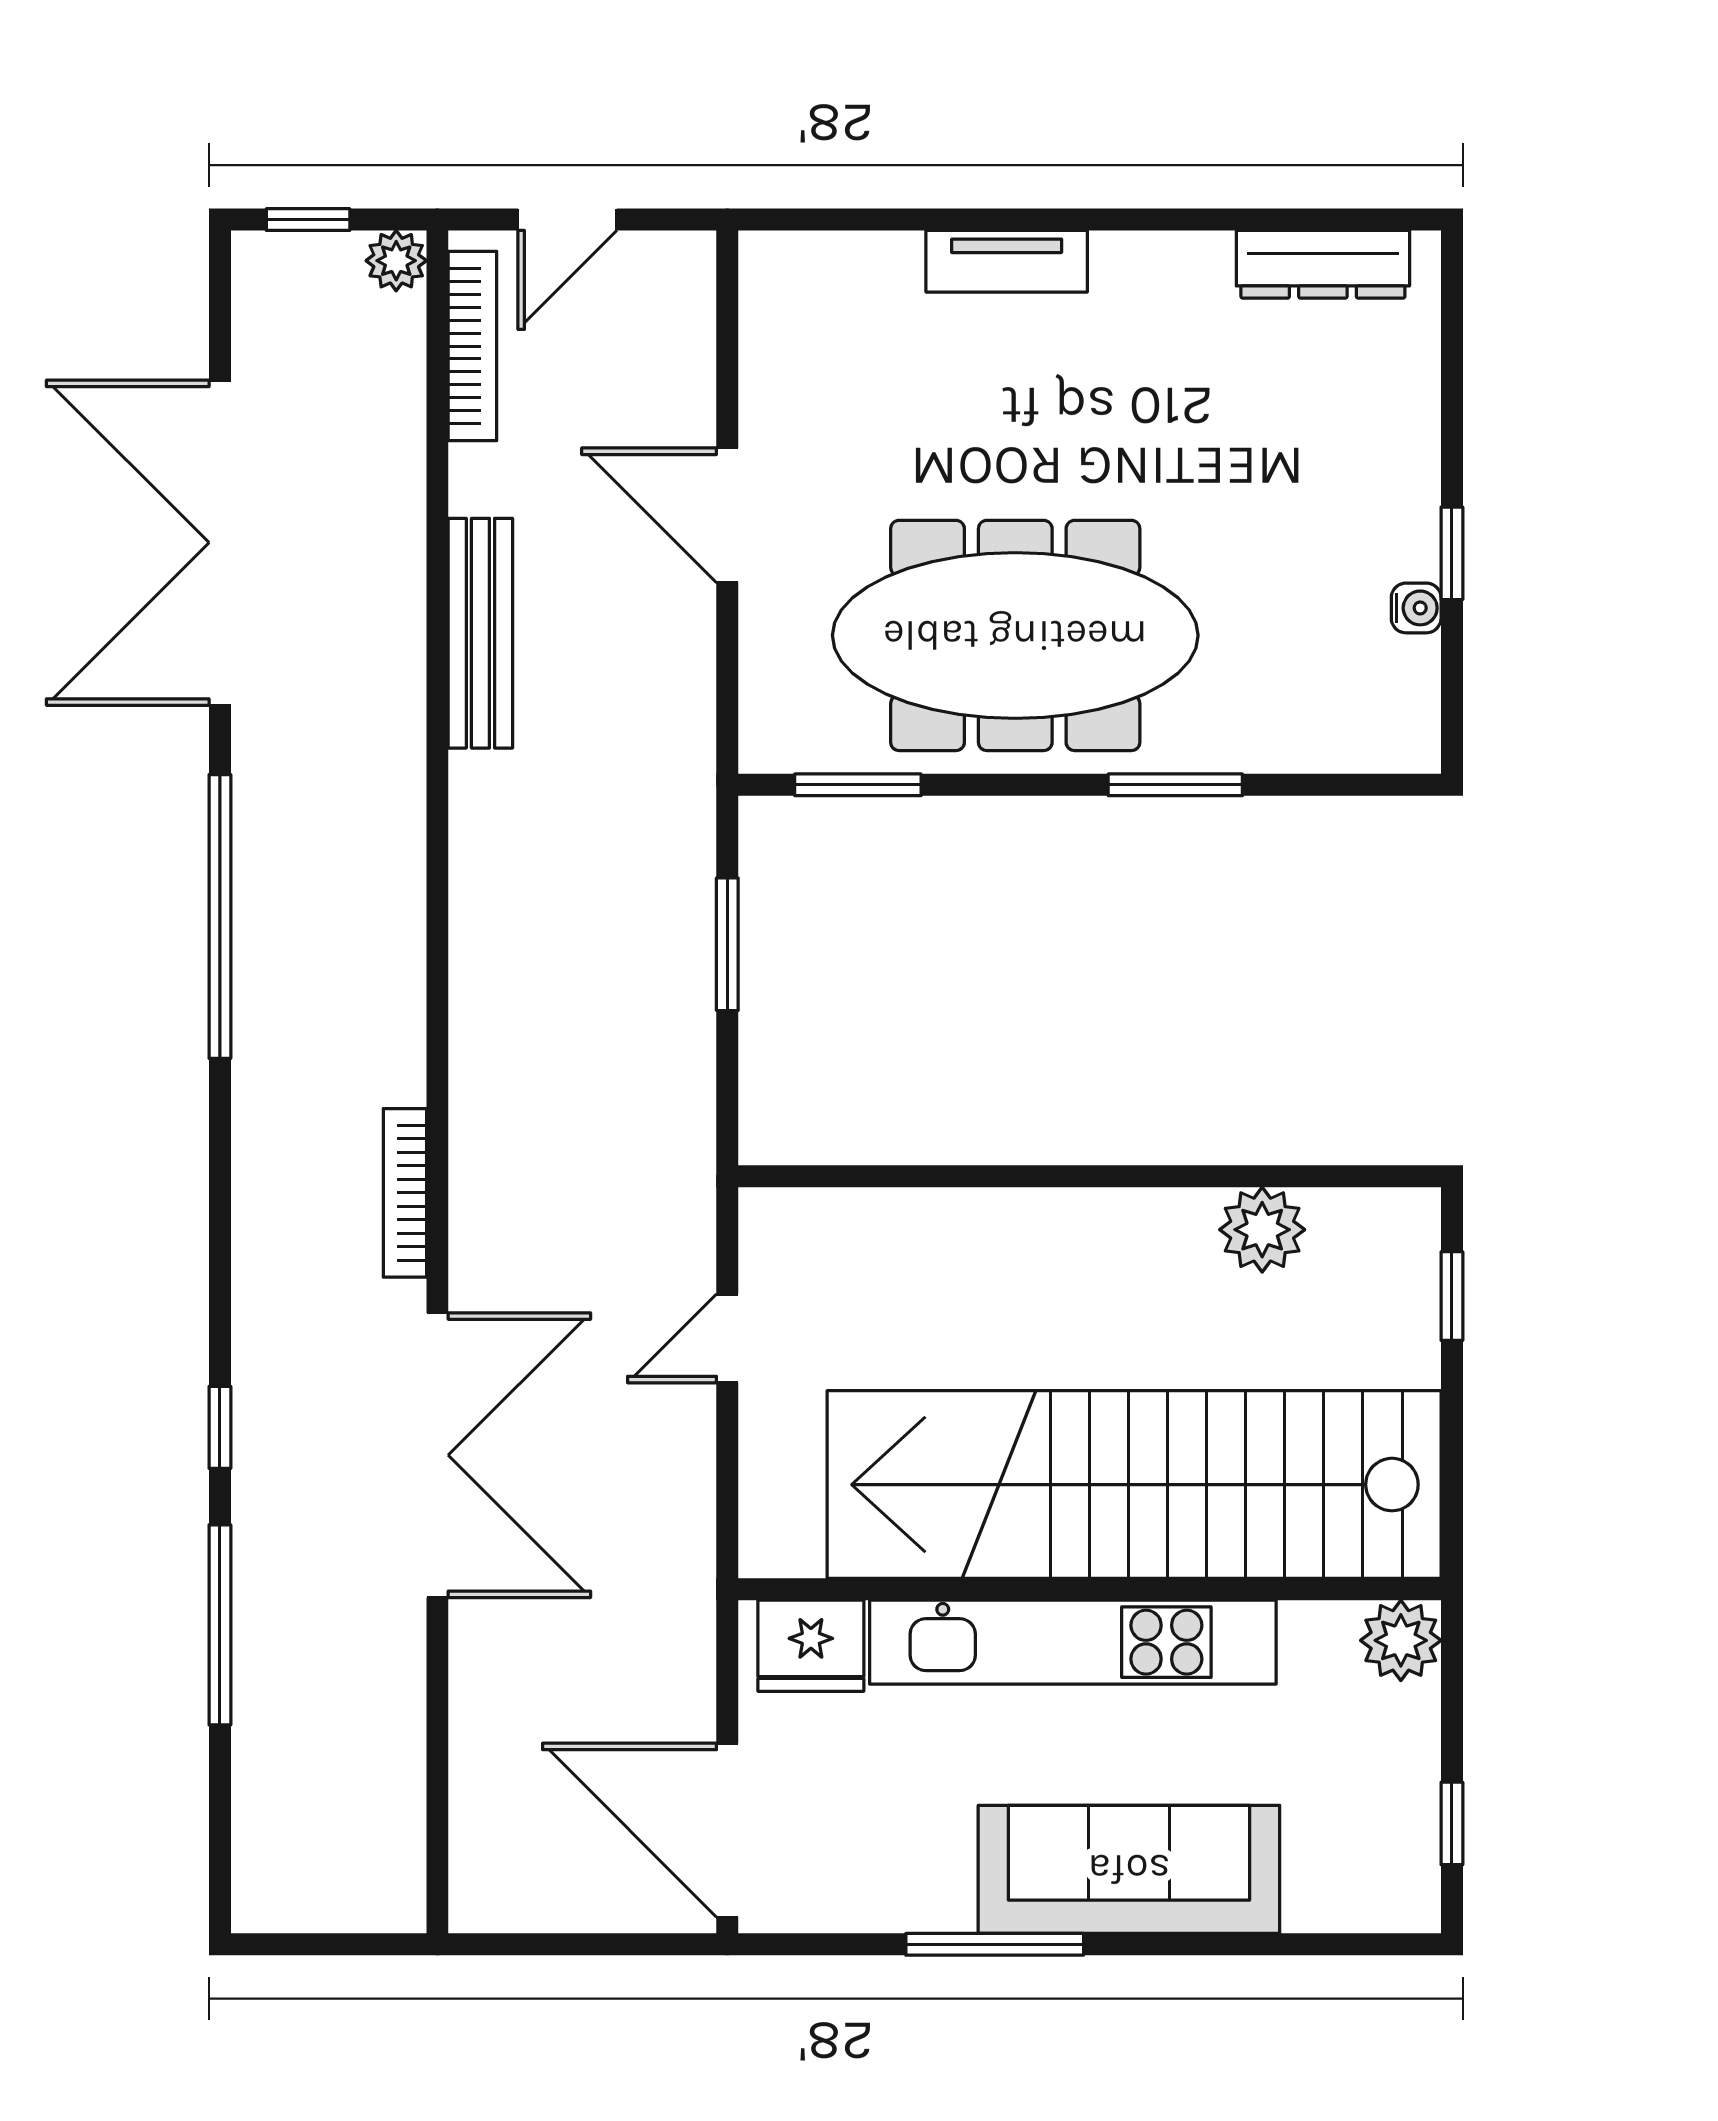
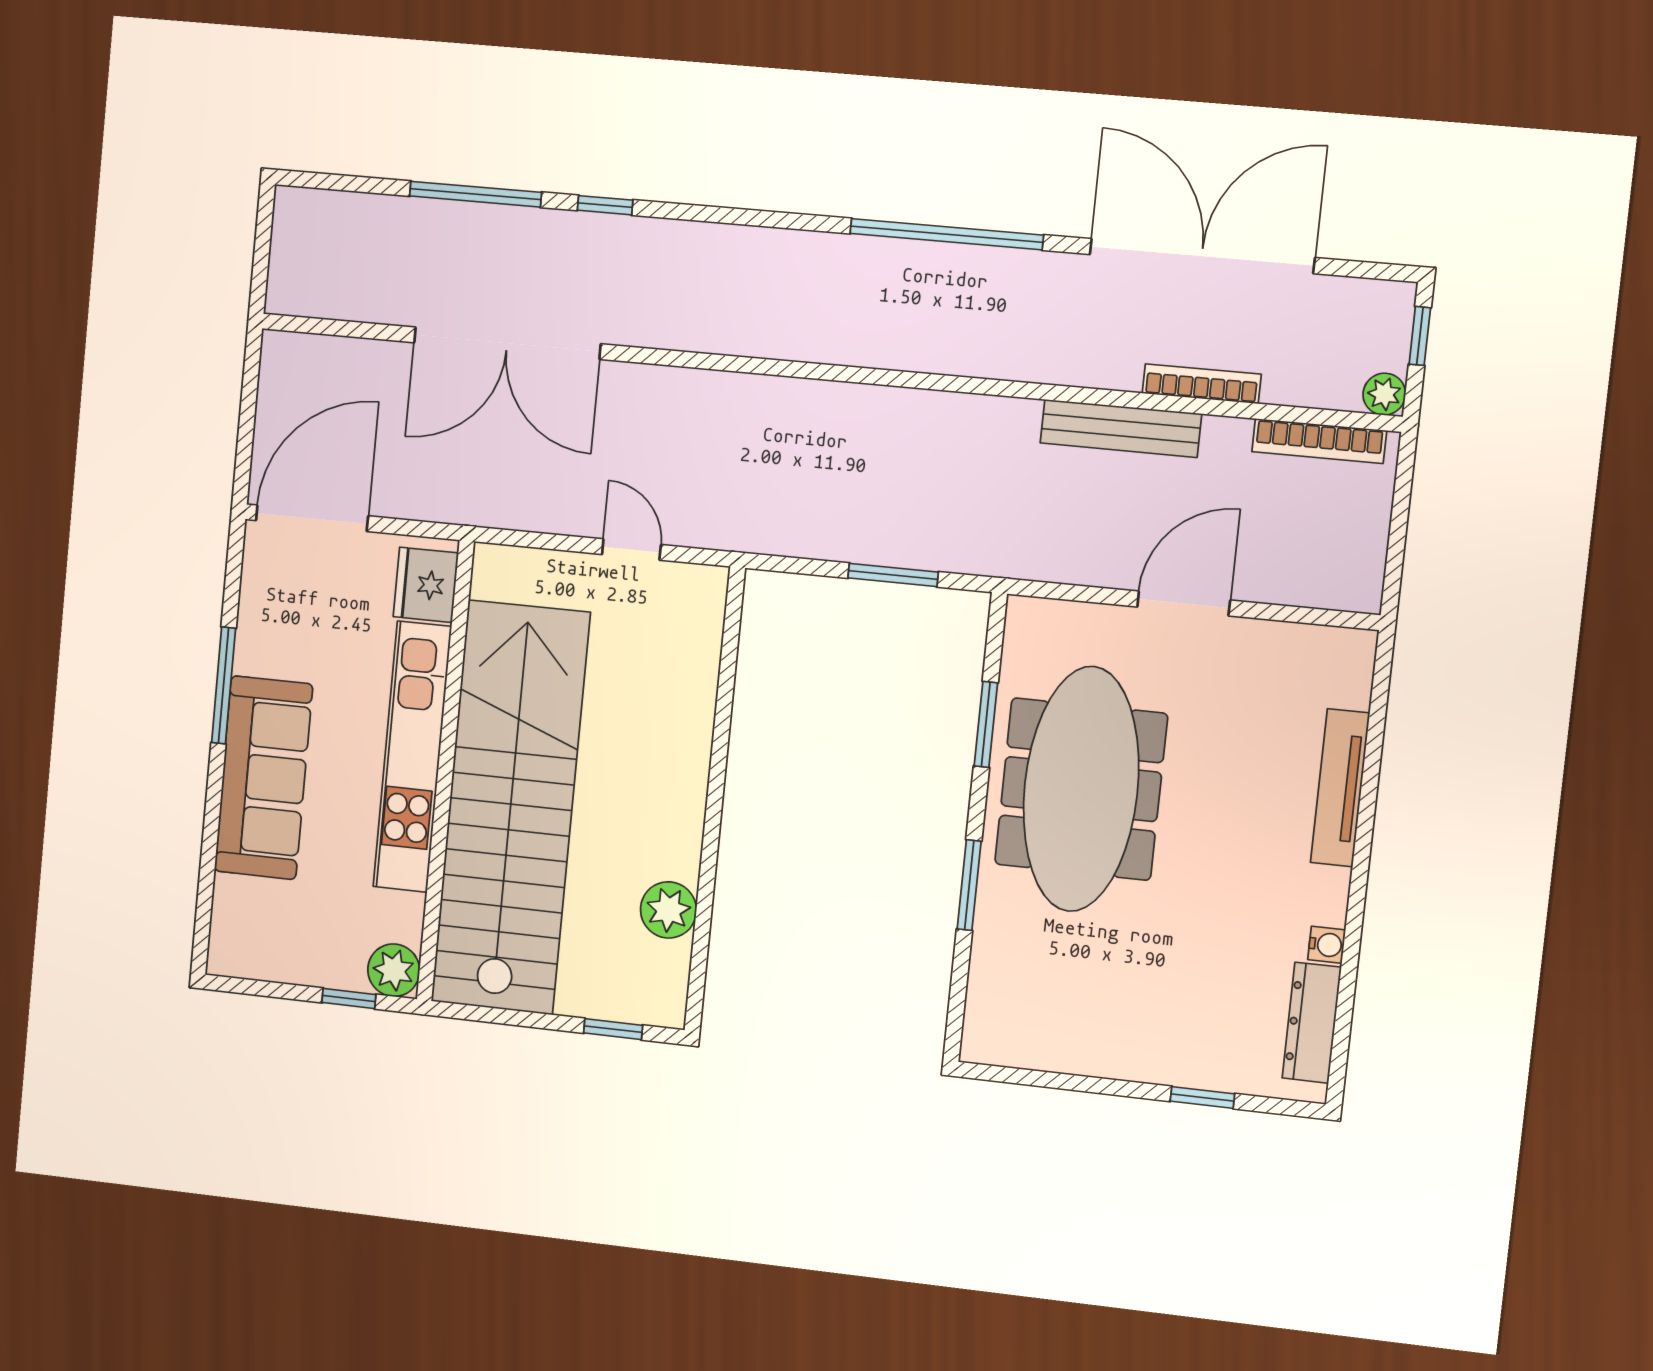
door: (567, 220) -> (1400, 514), removed
tv unit: (1007, 261) -> (1340, 788), width x1.41
window: (1452, 553) -> (1202, 1097), moved
water cooler: (1416, 608) -> (1327, 945), moved, turned -90
window: (858, 785) -> (986, 725), moved
bookcase: (405, 1193) -> (1202, 384), moved
double door: (437, 1455) -> (507, 343), moved
window: (1452, 1823) -> (349, 999), moved

